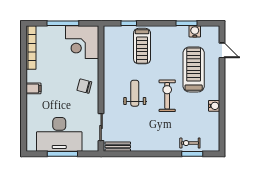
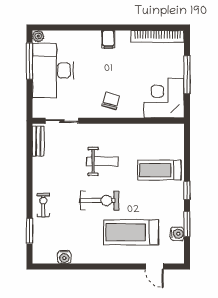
window: (129, 23) -> (187, 190), moved
door: (222, 50) -> (154, 267), hinge flipped
treadmill: (194, 69) -> (131, 232), turned 180
water cooler: (214, 106) -> (64, 257), moved
exercise bike: (190, 143) -> (43, 205), moved
plant: (31, 147) -> (38, 36), added
window: (62, 154) -> (30, 61), moved

